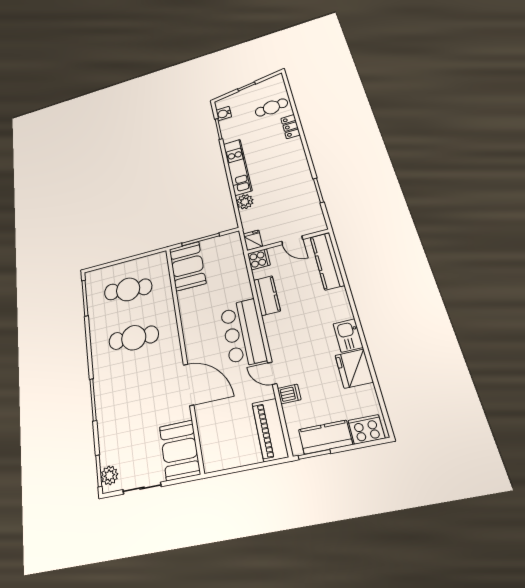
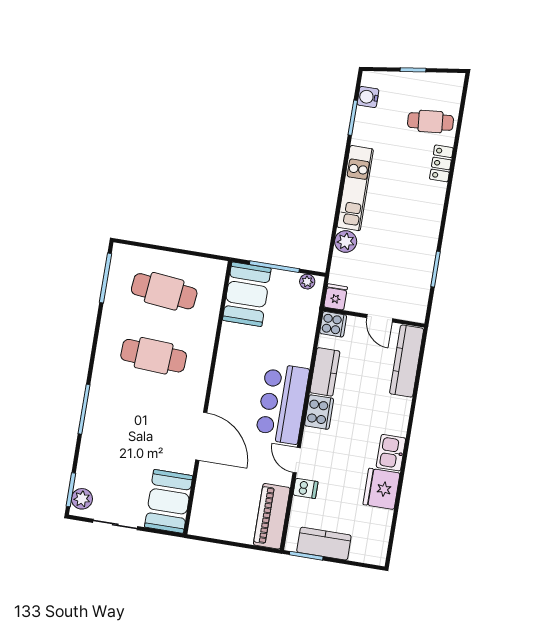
plant: (228, 239) -> (307, 282), added
cooker: (366, 429) -> (319, 412), moved, turned 90

